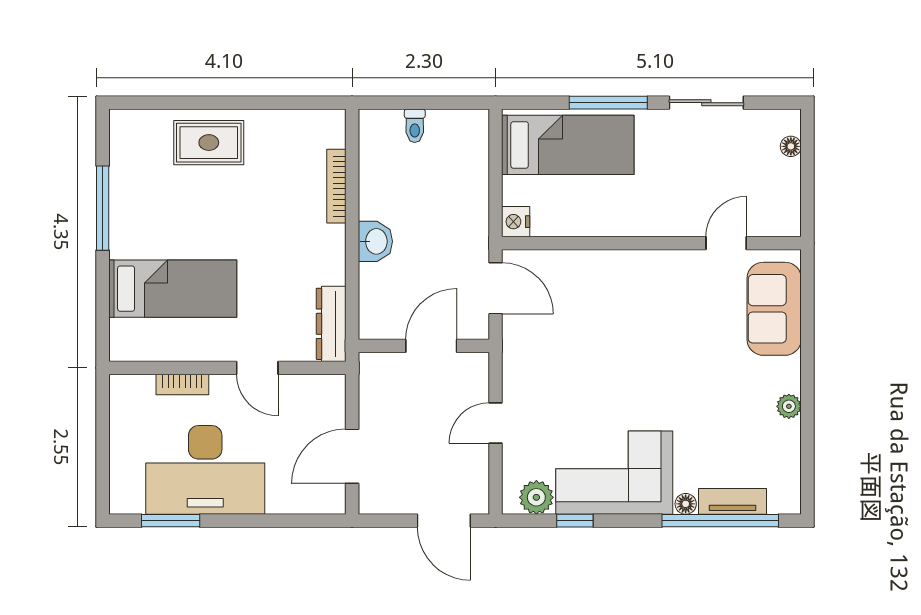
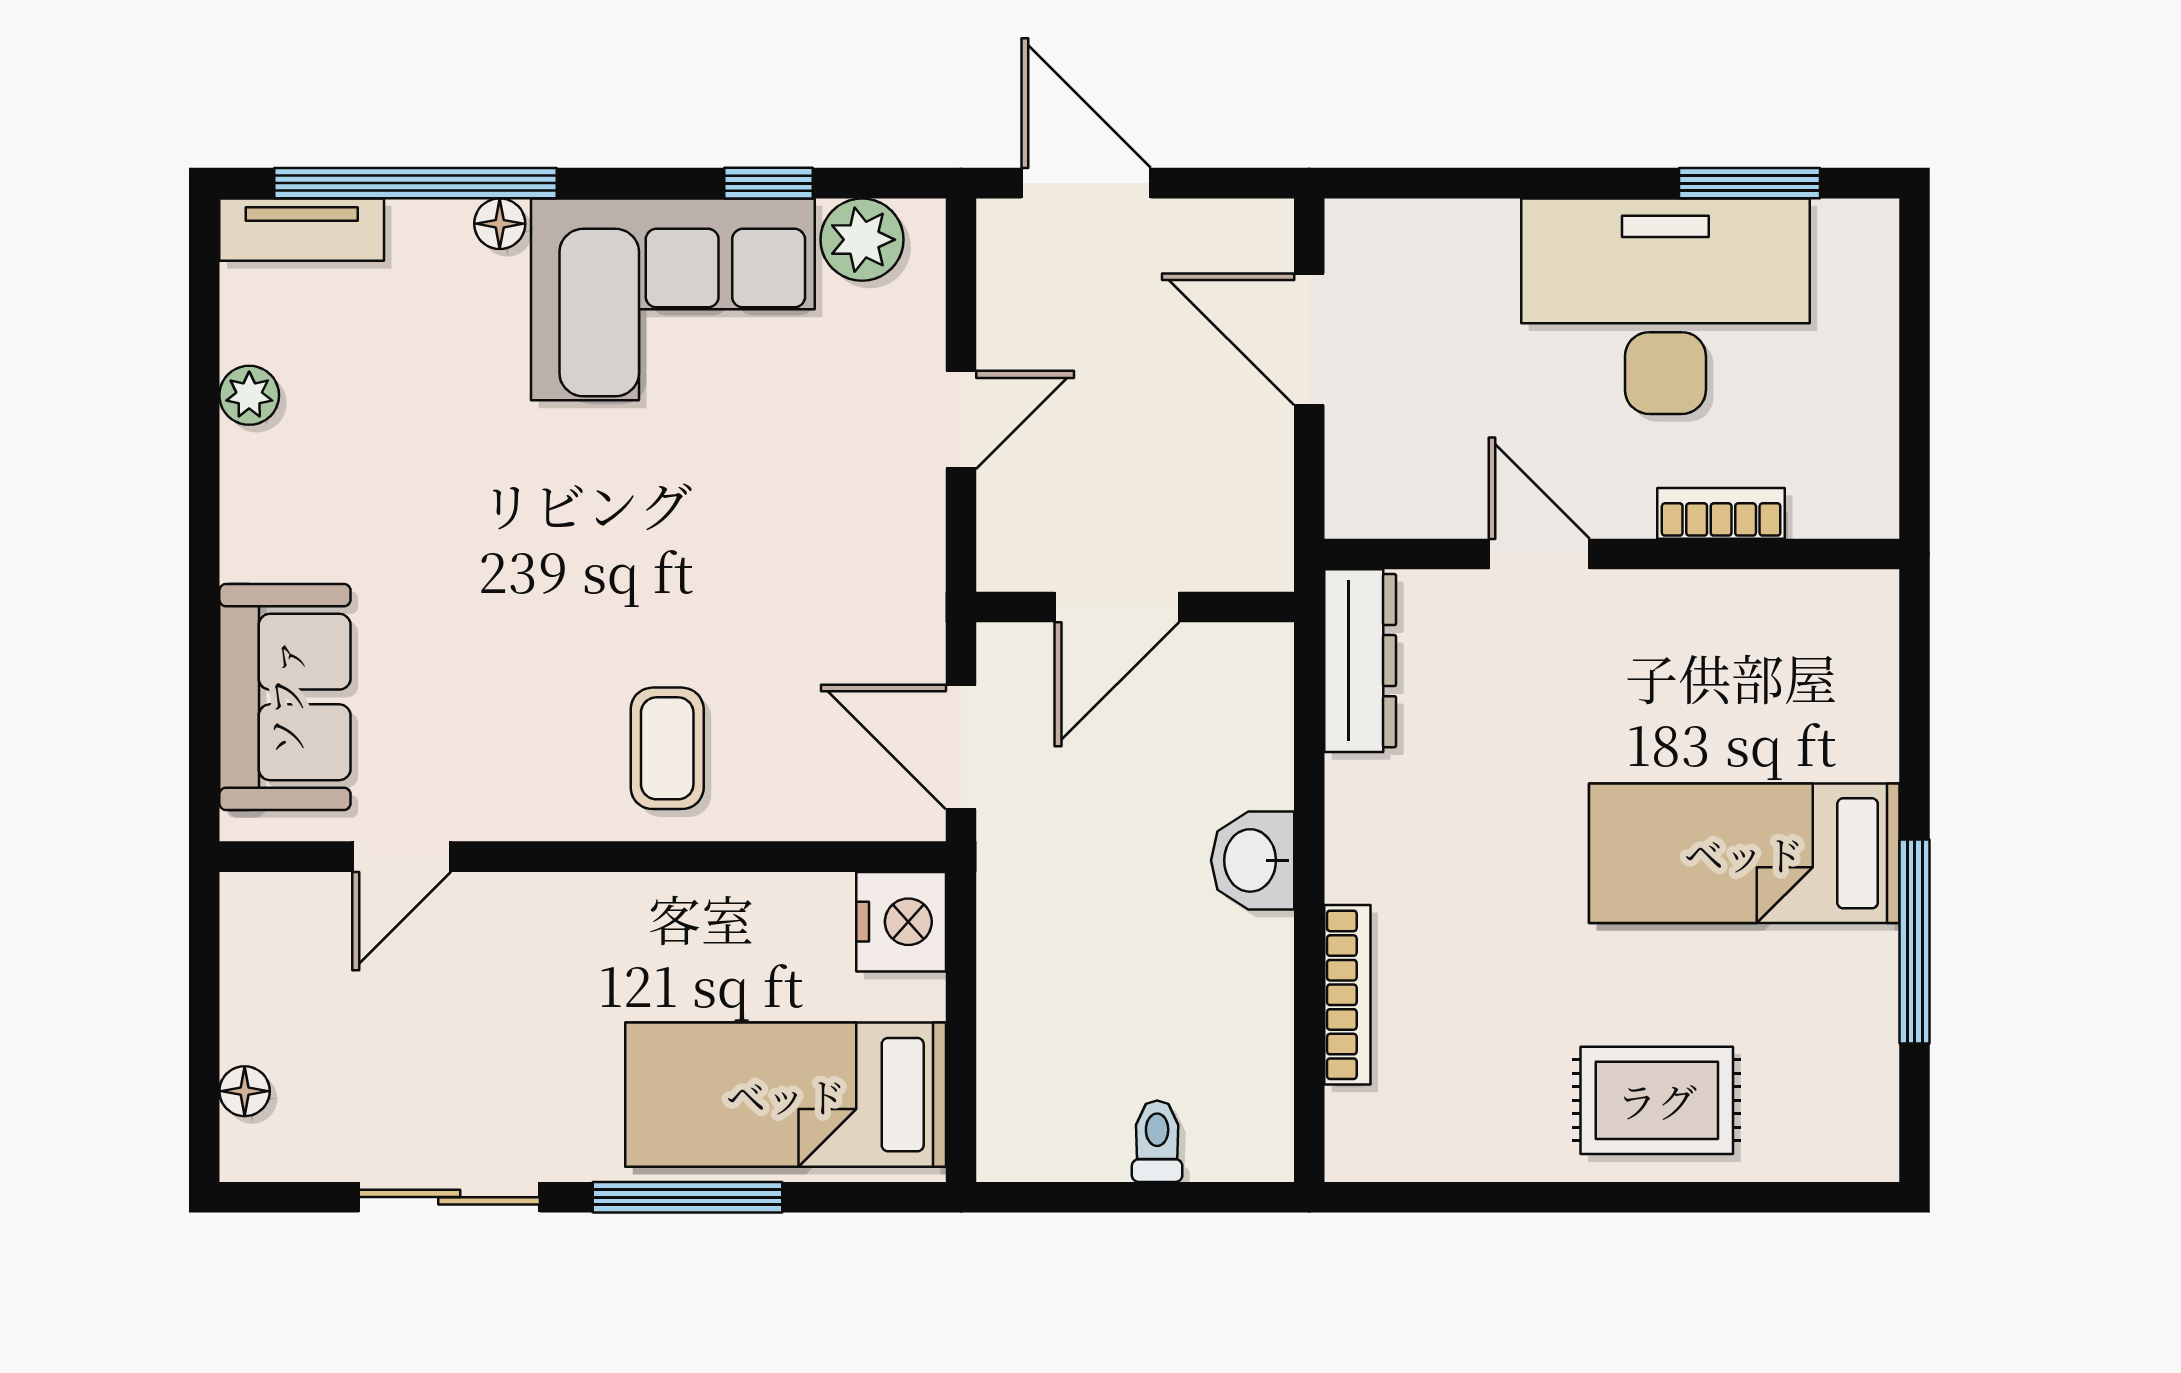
nightstand: (516, 222) -> (901, 922), width x1.36, depth x1.33
coffee table: (617, 288) -> (667, 748), added
bed: (173, 289) -> (1744, 853), moved
plant: (789, 406) -> (249, 395), moved
door: (352, 456) -> (1309, 339), swing flipped
tv unit: (732, 501) -> (302, 230), moved

